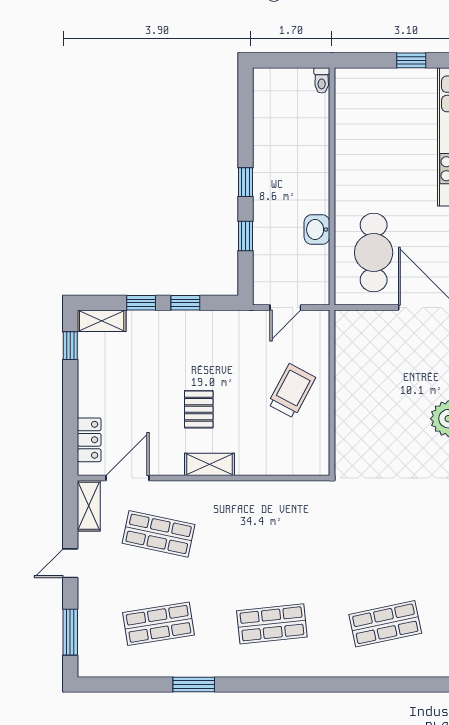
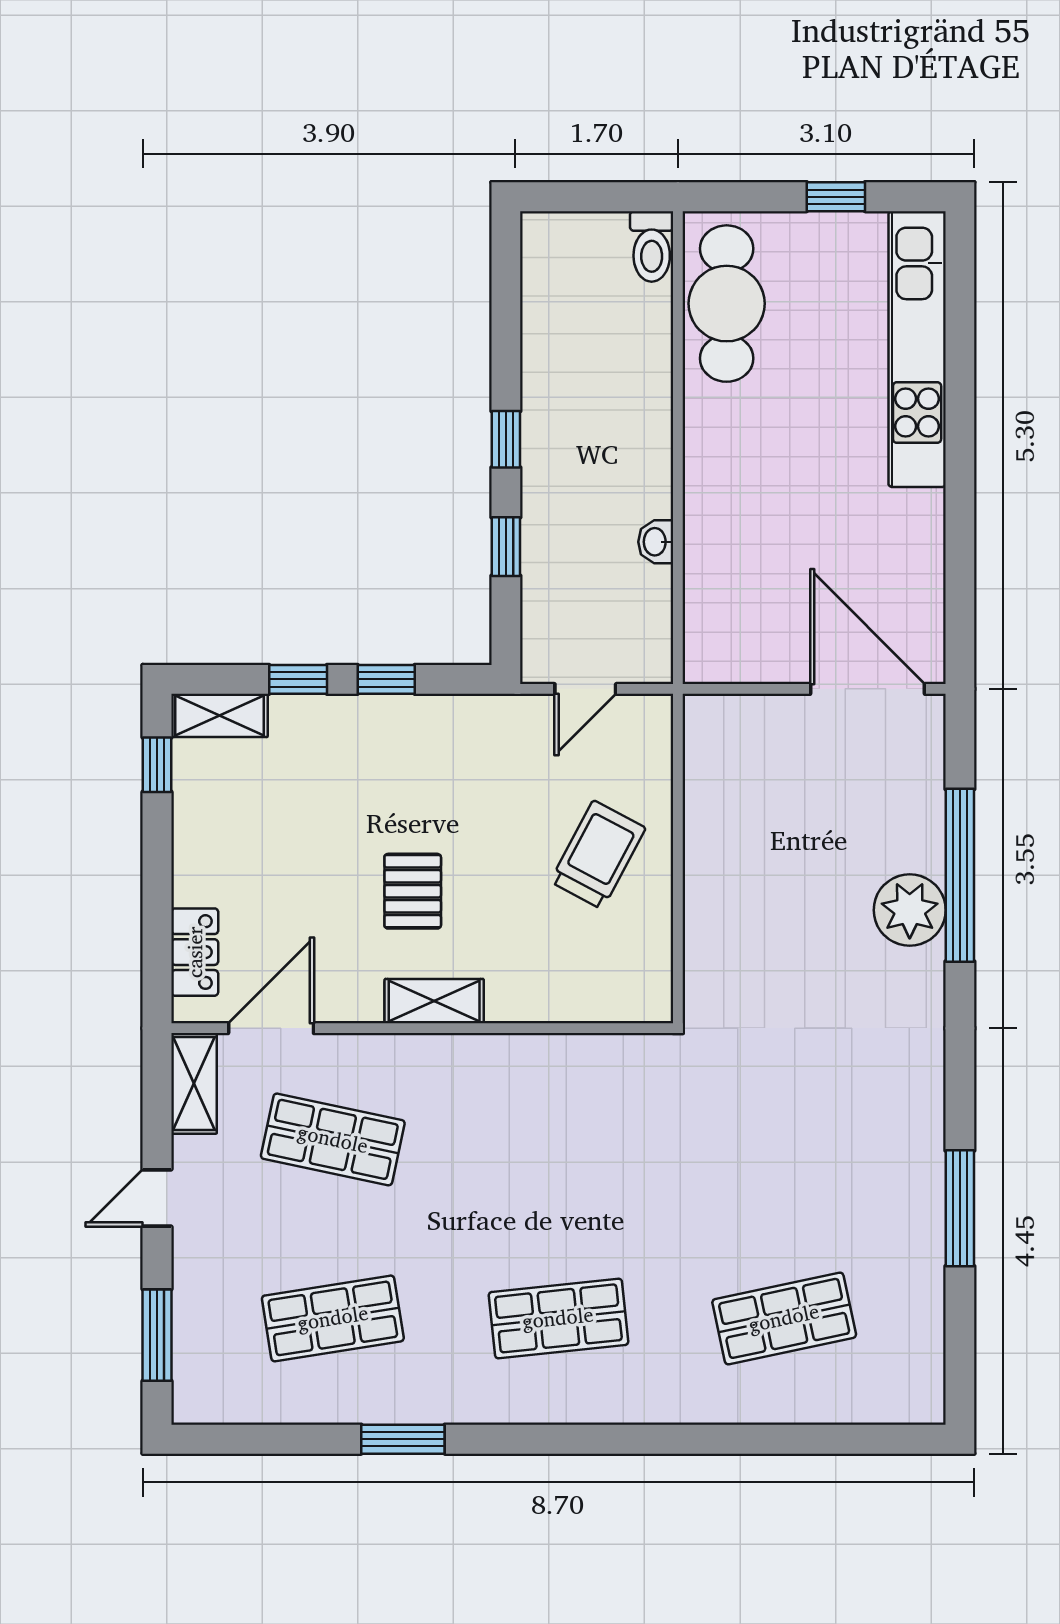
toilet: (322, 80) -> (652, 246), width x1.37, depth x1.39
washbasin: (317, 230) -> (656, 542), width x0.72, depth x0.69
cafe table: (374, 253) -> (727, 304), moved

